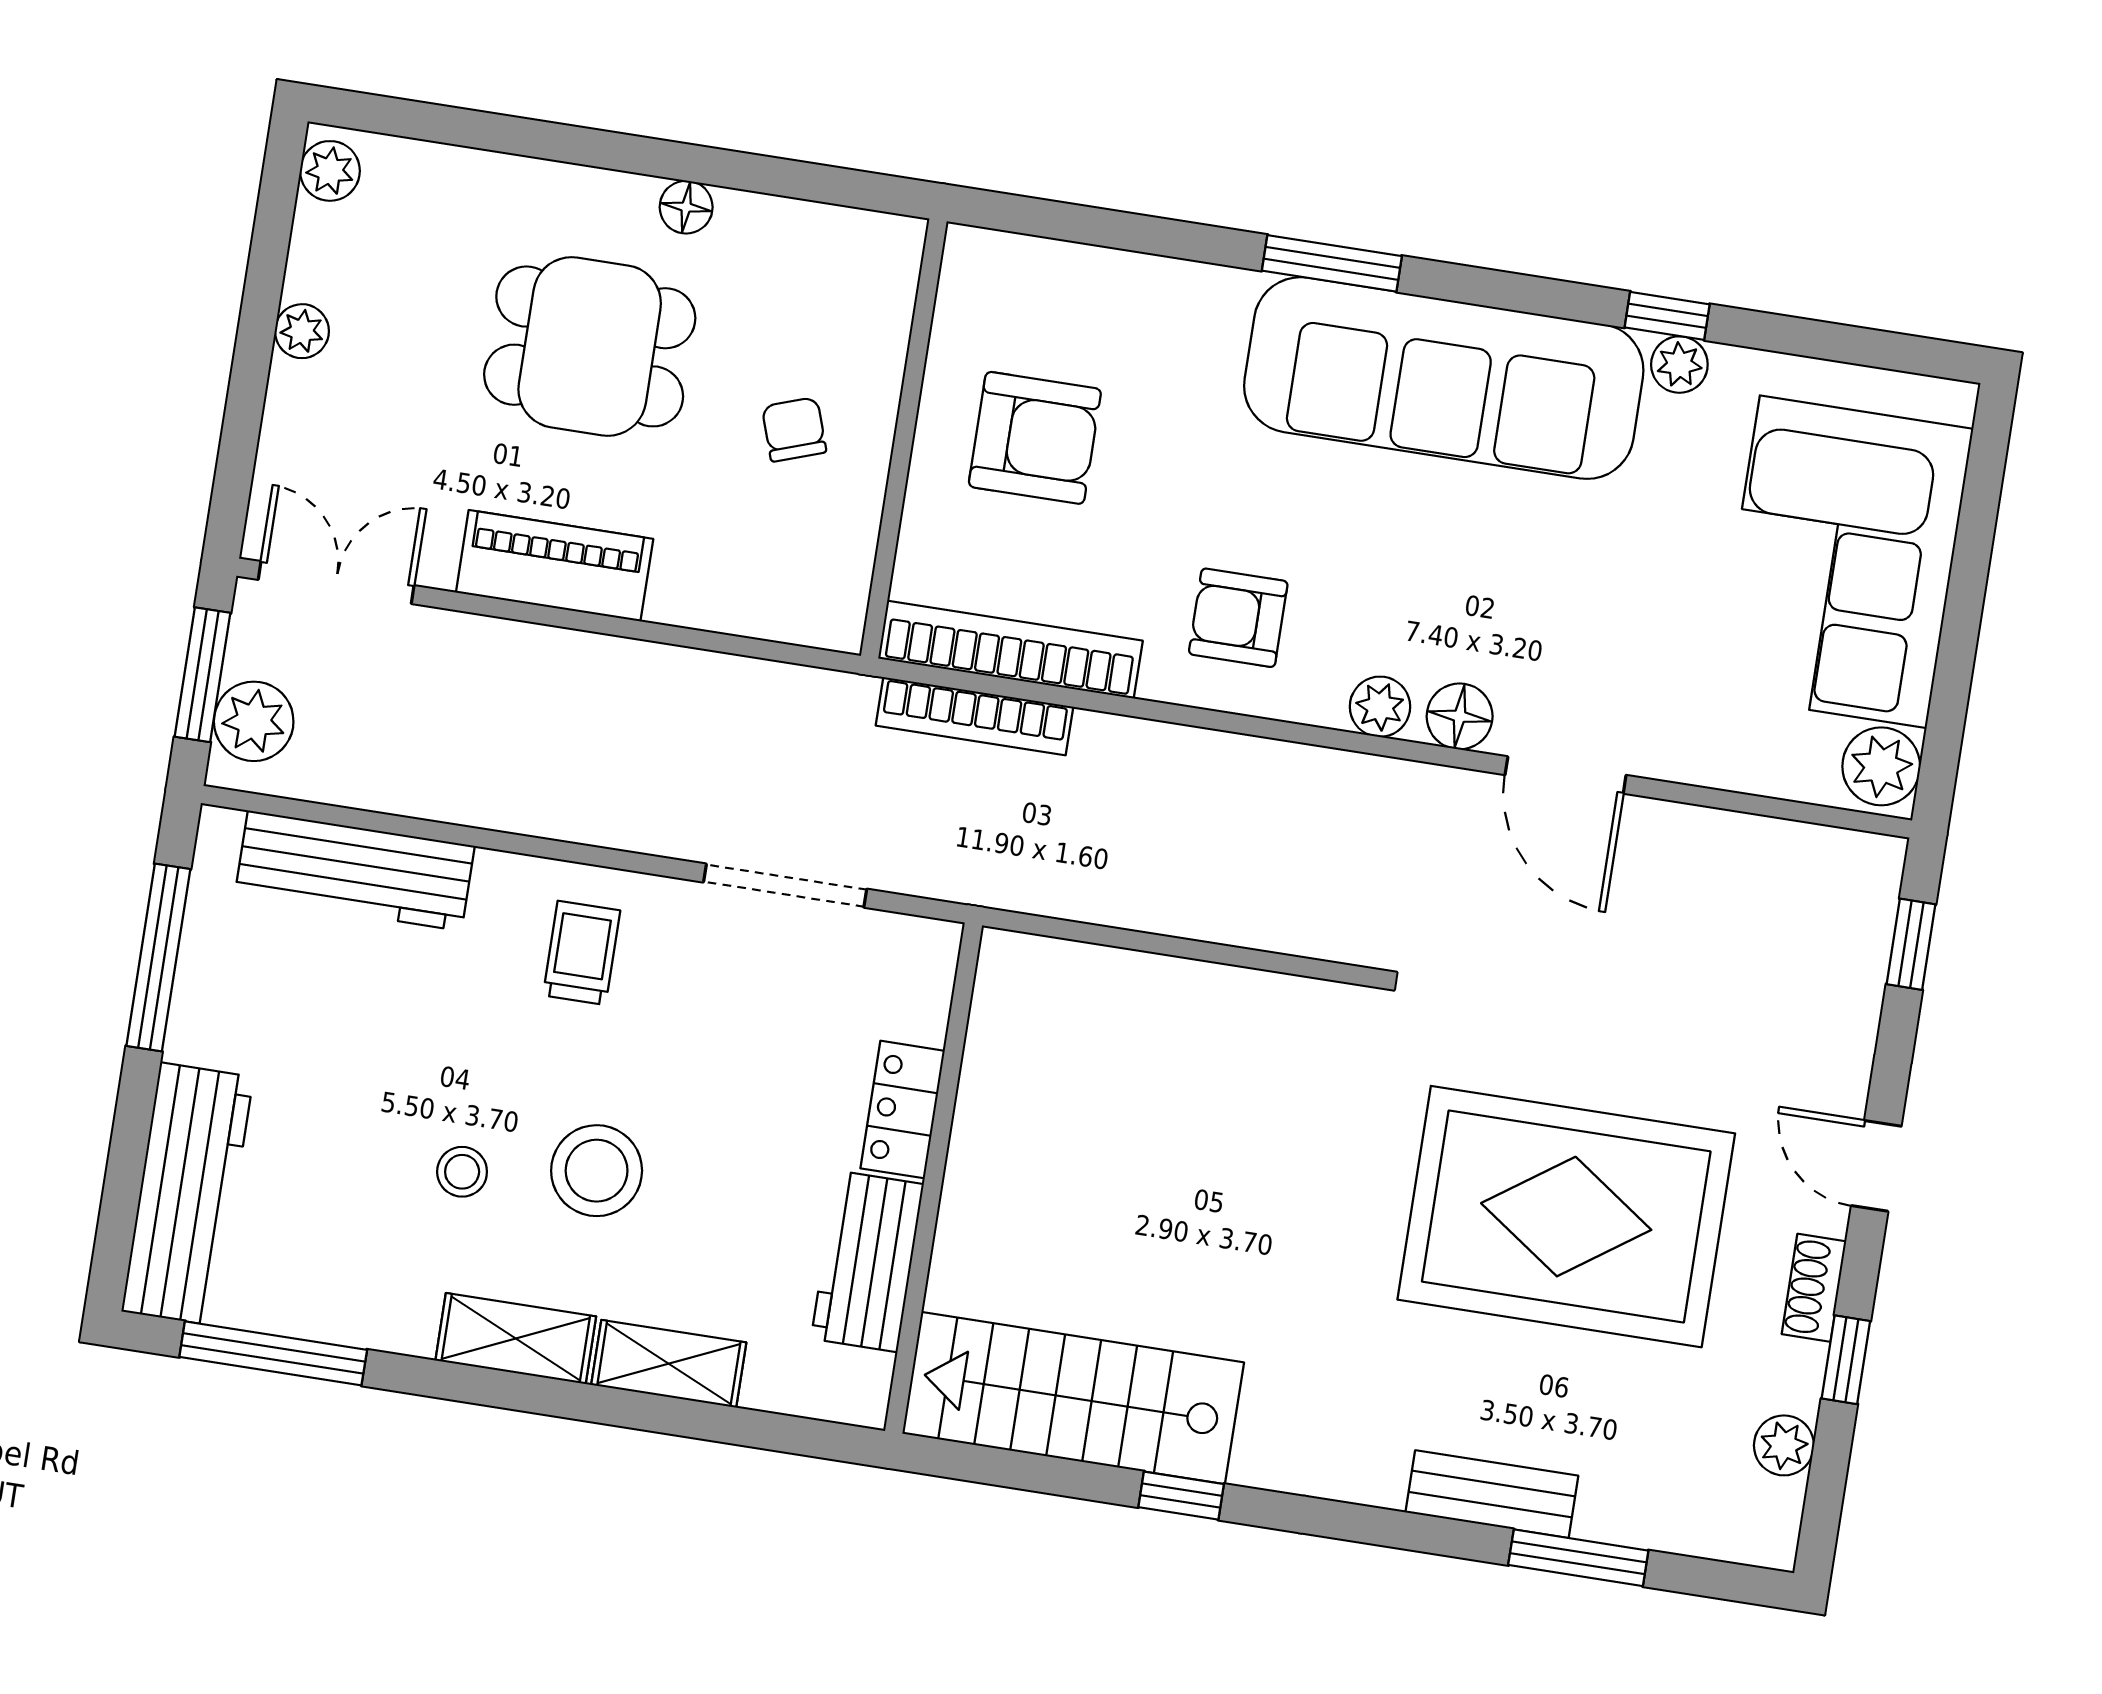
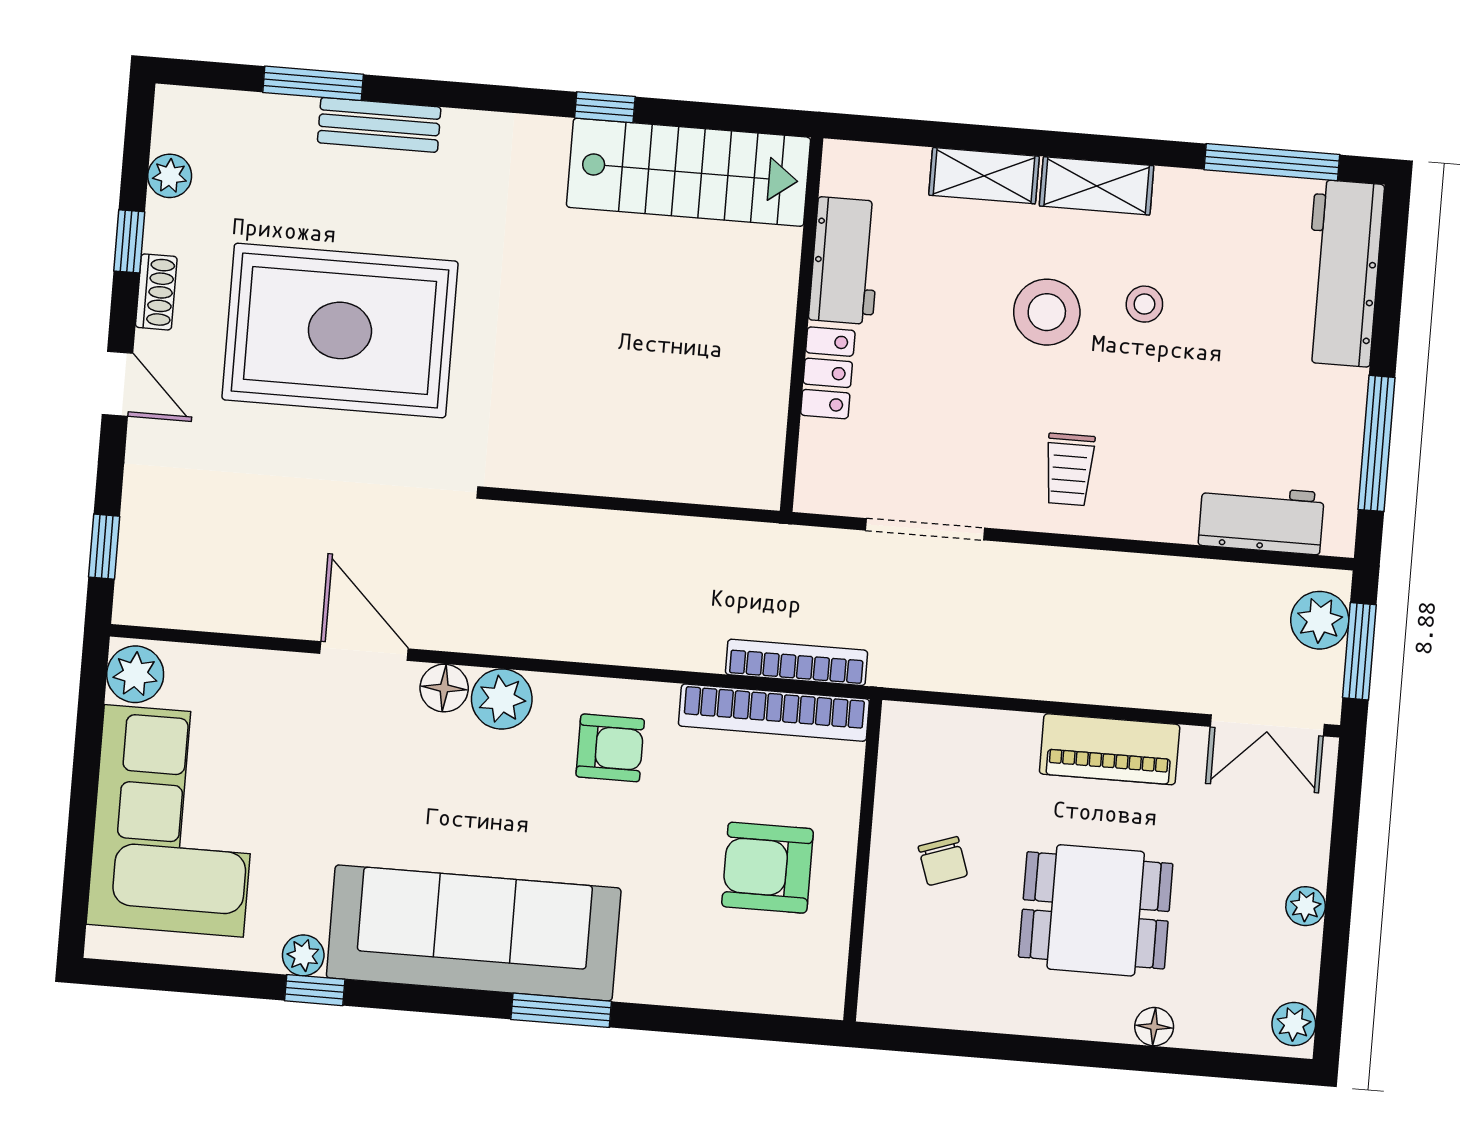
floor lamp: (686, 207) -> (1154, 1027), moved
plant: (1380, 707) -> (502, 699), width x1.38, depth x1.38
workbench: (355, 871) -> (1261, 519), width x0.73

